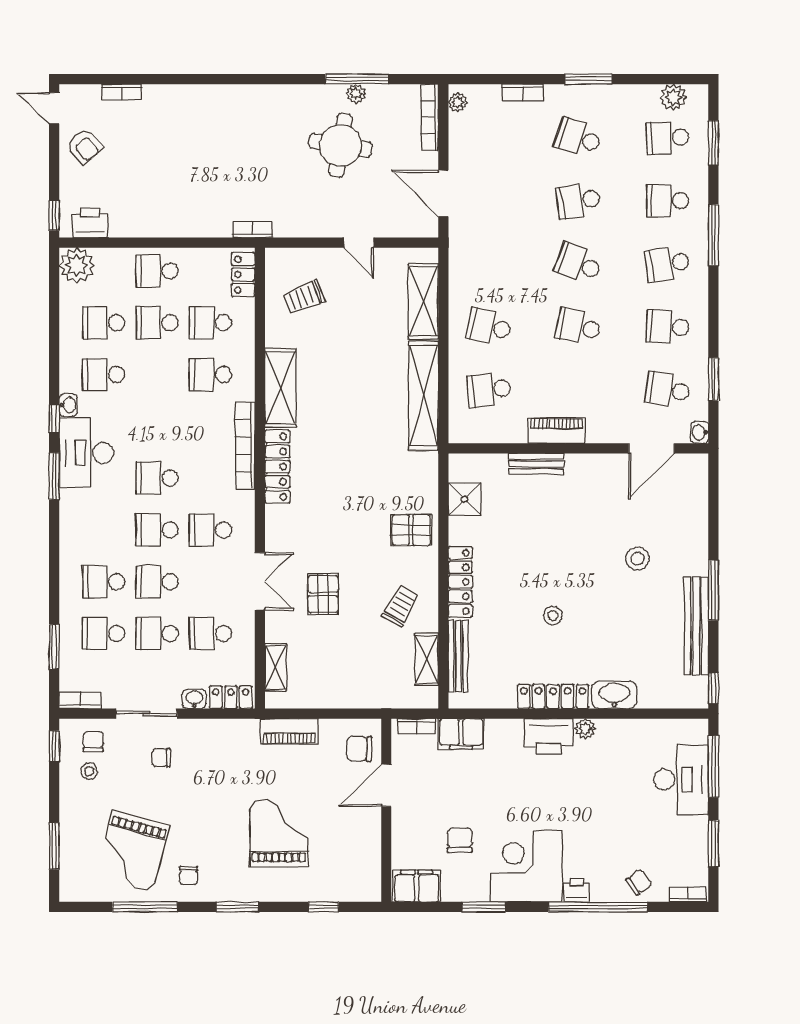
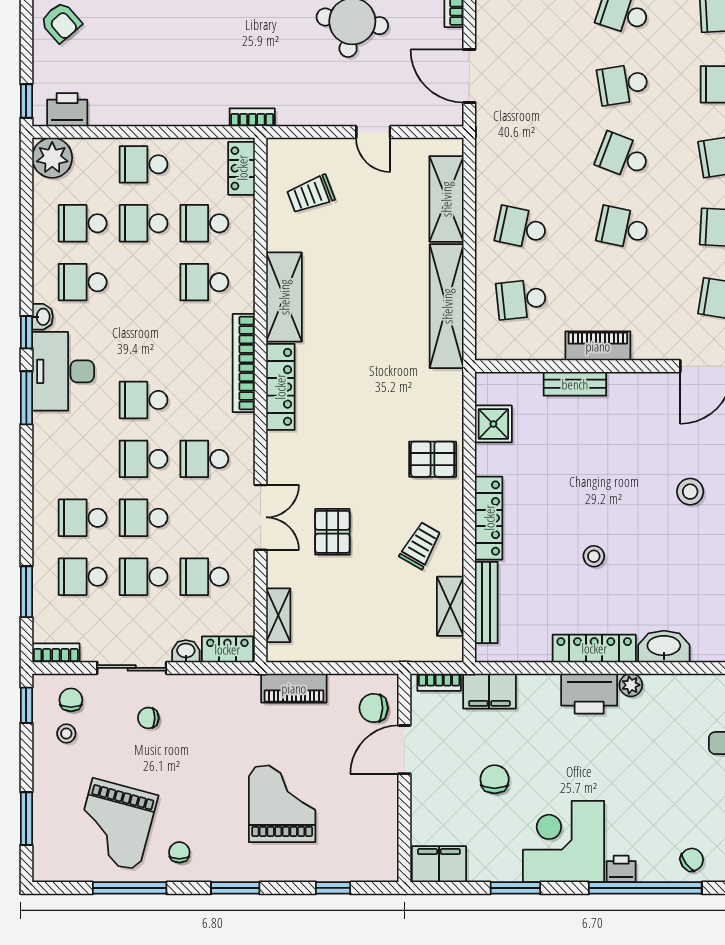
chair: (460, 840) -> (495, 779), moved
chair: (188, 876) -> (179, 852), turned 180

